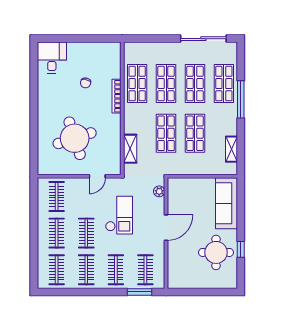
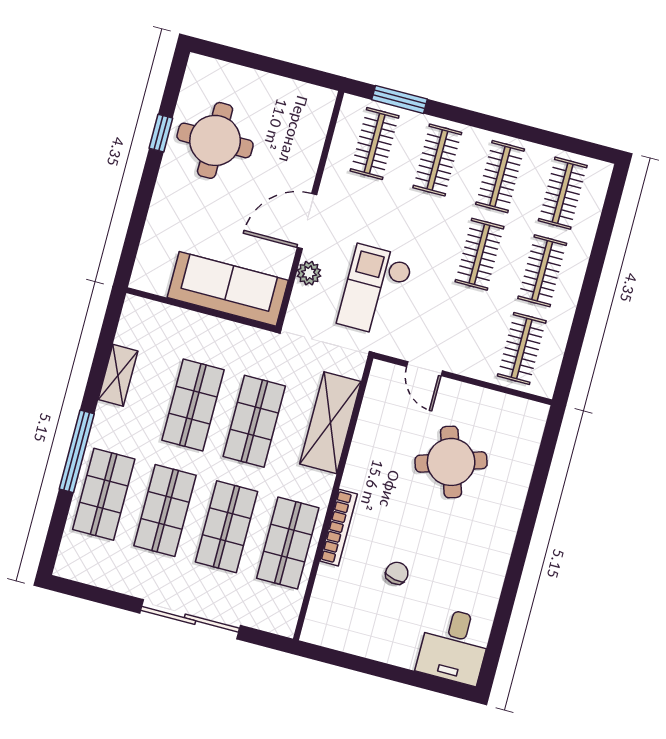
sliding door: (203, 39) -> (190, 619), moved
round table: (75, 138) -> (451, 462), width x0.73, depth x0.73
shelving: (130, 149) -> (330, 423), width x1.50, depth x1.33
shelving: (231, 149) -> (118, 375), moved
door: (97, 176) -> (424, 369), swing flipped
plant: (159, 191) -> (309, 273), moved
sofa: (226, 203) -> (228, 289), moved, turned -90
checkout: (119, 215) -> (375, 291), moved

